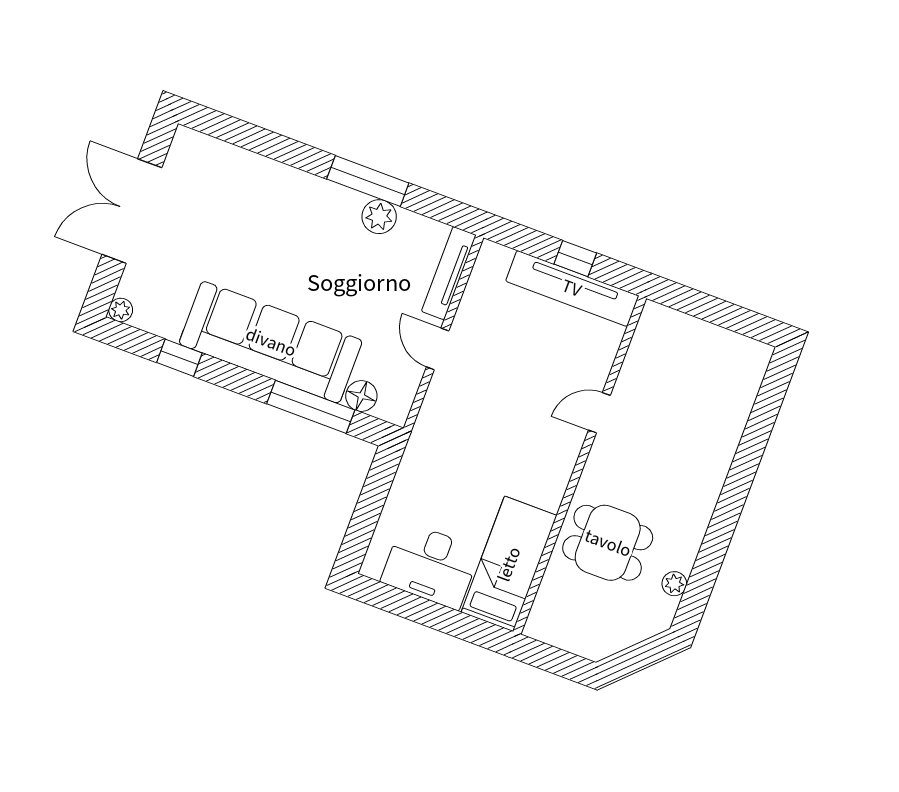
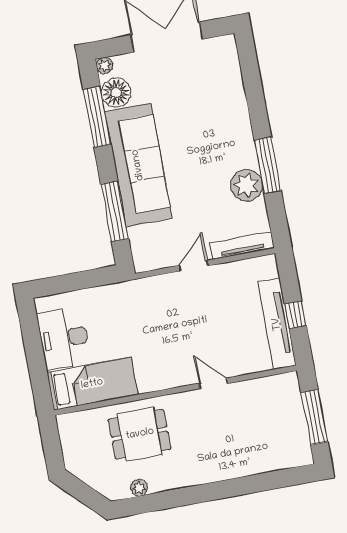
plant: (379, 217) -> (246, 185), width x1.36, depth x1.36
window: (717, 312) -> (314, 417), added
window: (179, 358) -> (97, 117), width x2.17
floor lamp: (361, 396) -> (116, 93), moved, width x1.38, depth x1.38
dining table: (608, 543) -> (140, 434), turned 90

